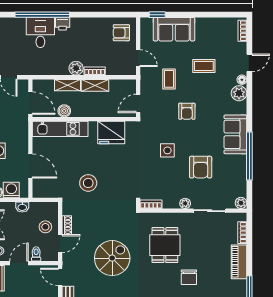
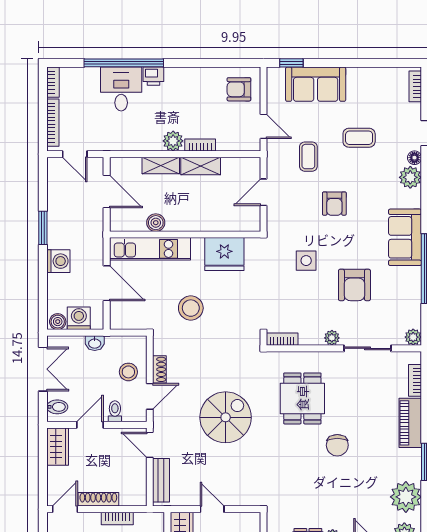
boiler: (64, 111) -> (156, 223), moved
wall: (84, 119) -> (185, 235), moved
kitchen unit: (60, 129) -> (150, 249), moved
fridge: (111, 132) -> (224, 254), moved

